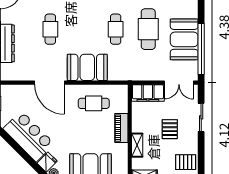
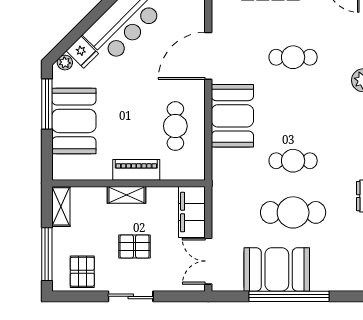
window: (201, 49) -> (289, 296), moved
sliding door: (201, 117) -> (131, 296), moved
shelving: (137, 145) -> (126, 195), moved

